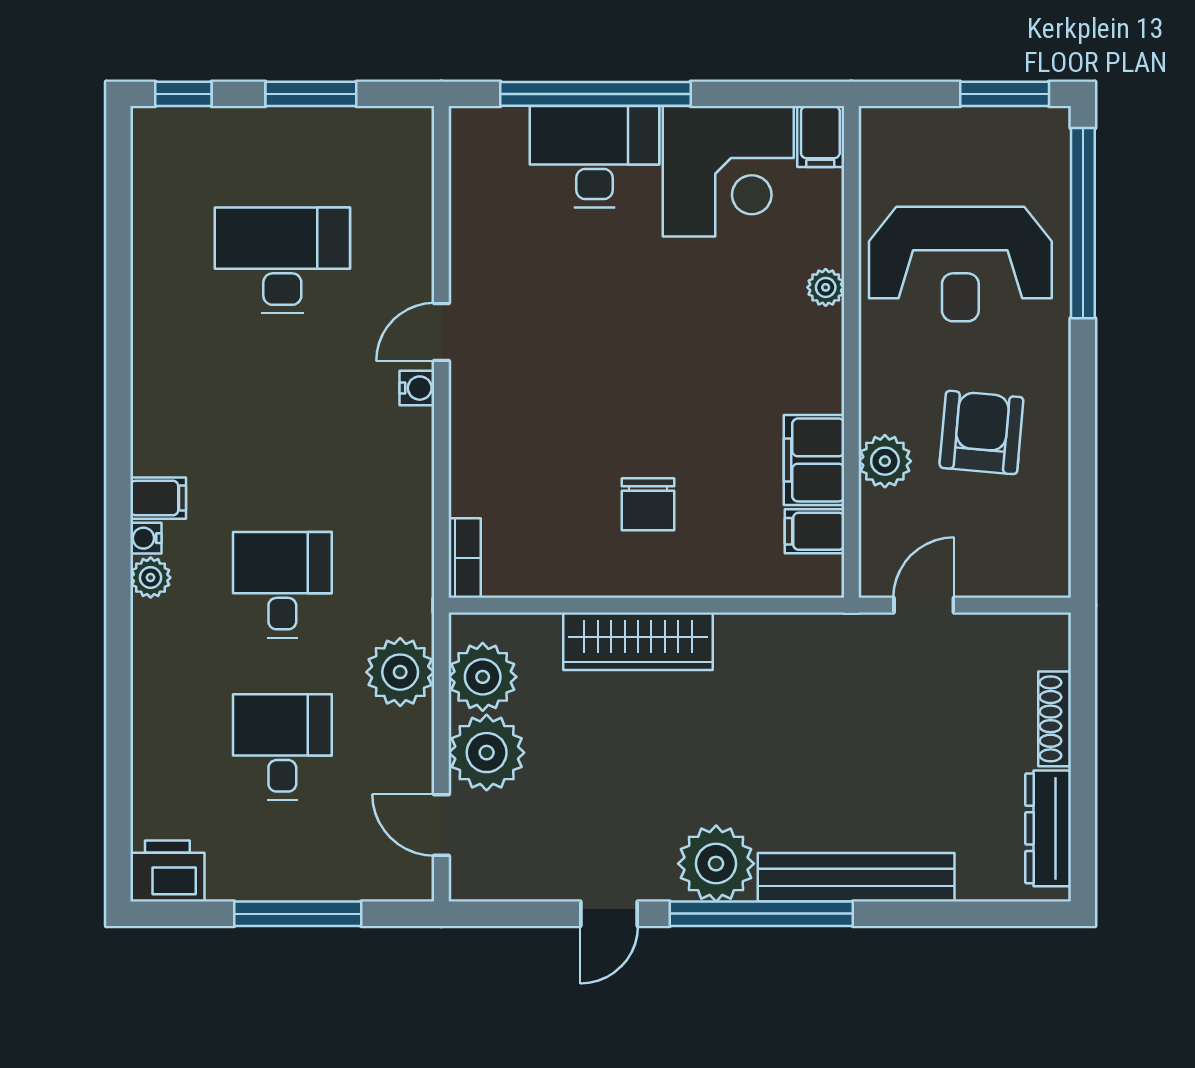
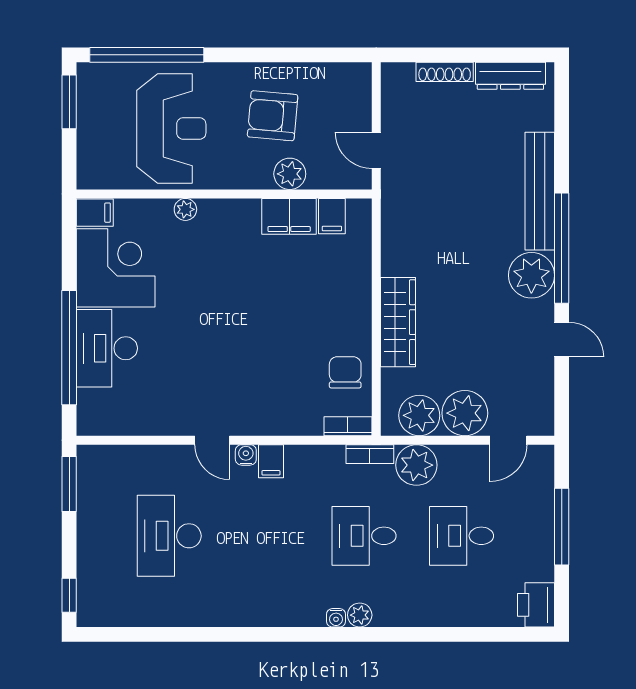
window: (311, 94) -> (69, 484), moved
filing cabinet: (158, 498) -> (271, 461), moved, turned 180
chair: (648, 504) -> (345, 372), moved, turned -90
bookcase: (418, 595) -> (370, 454), added

